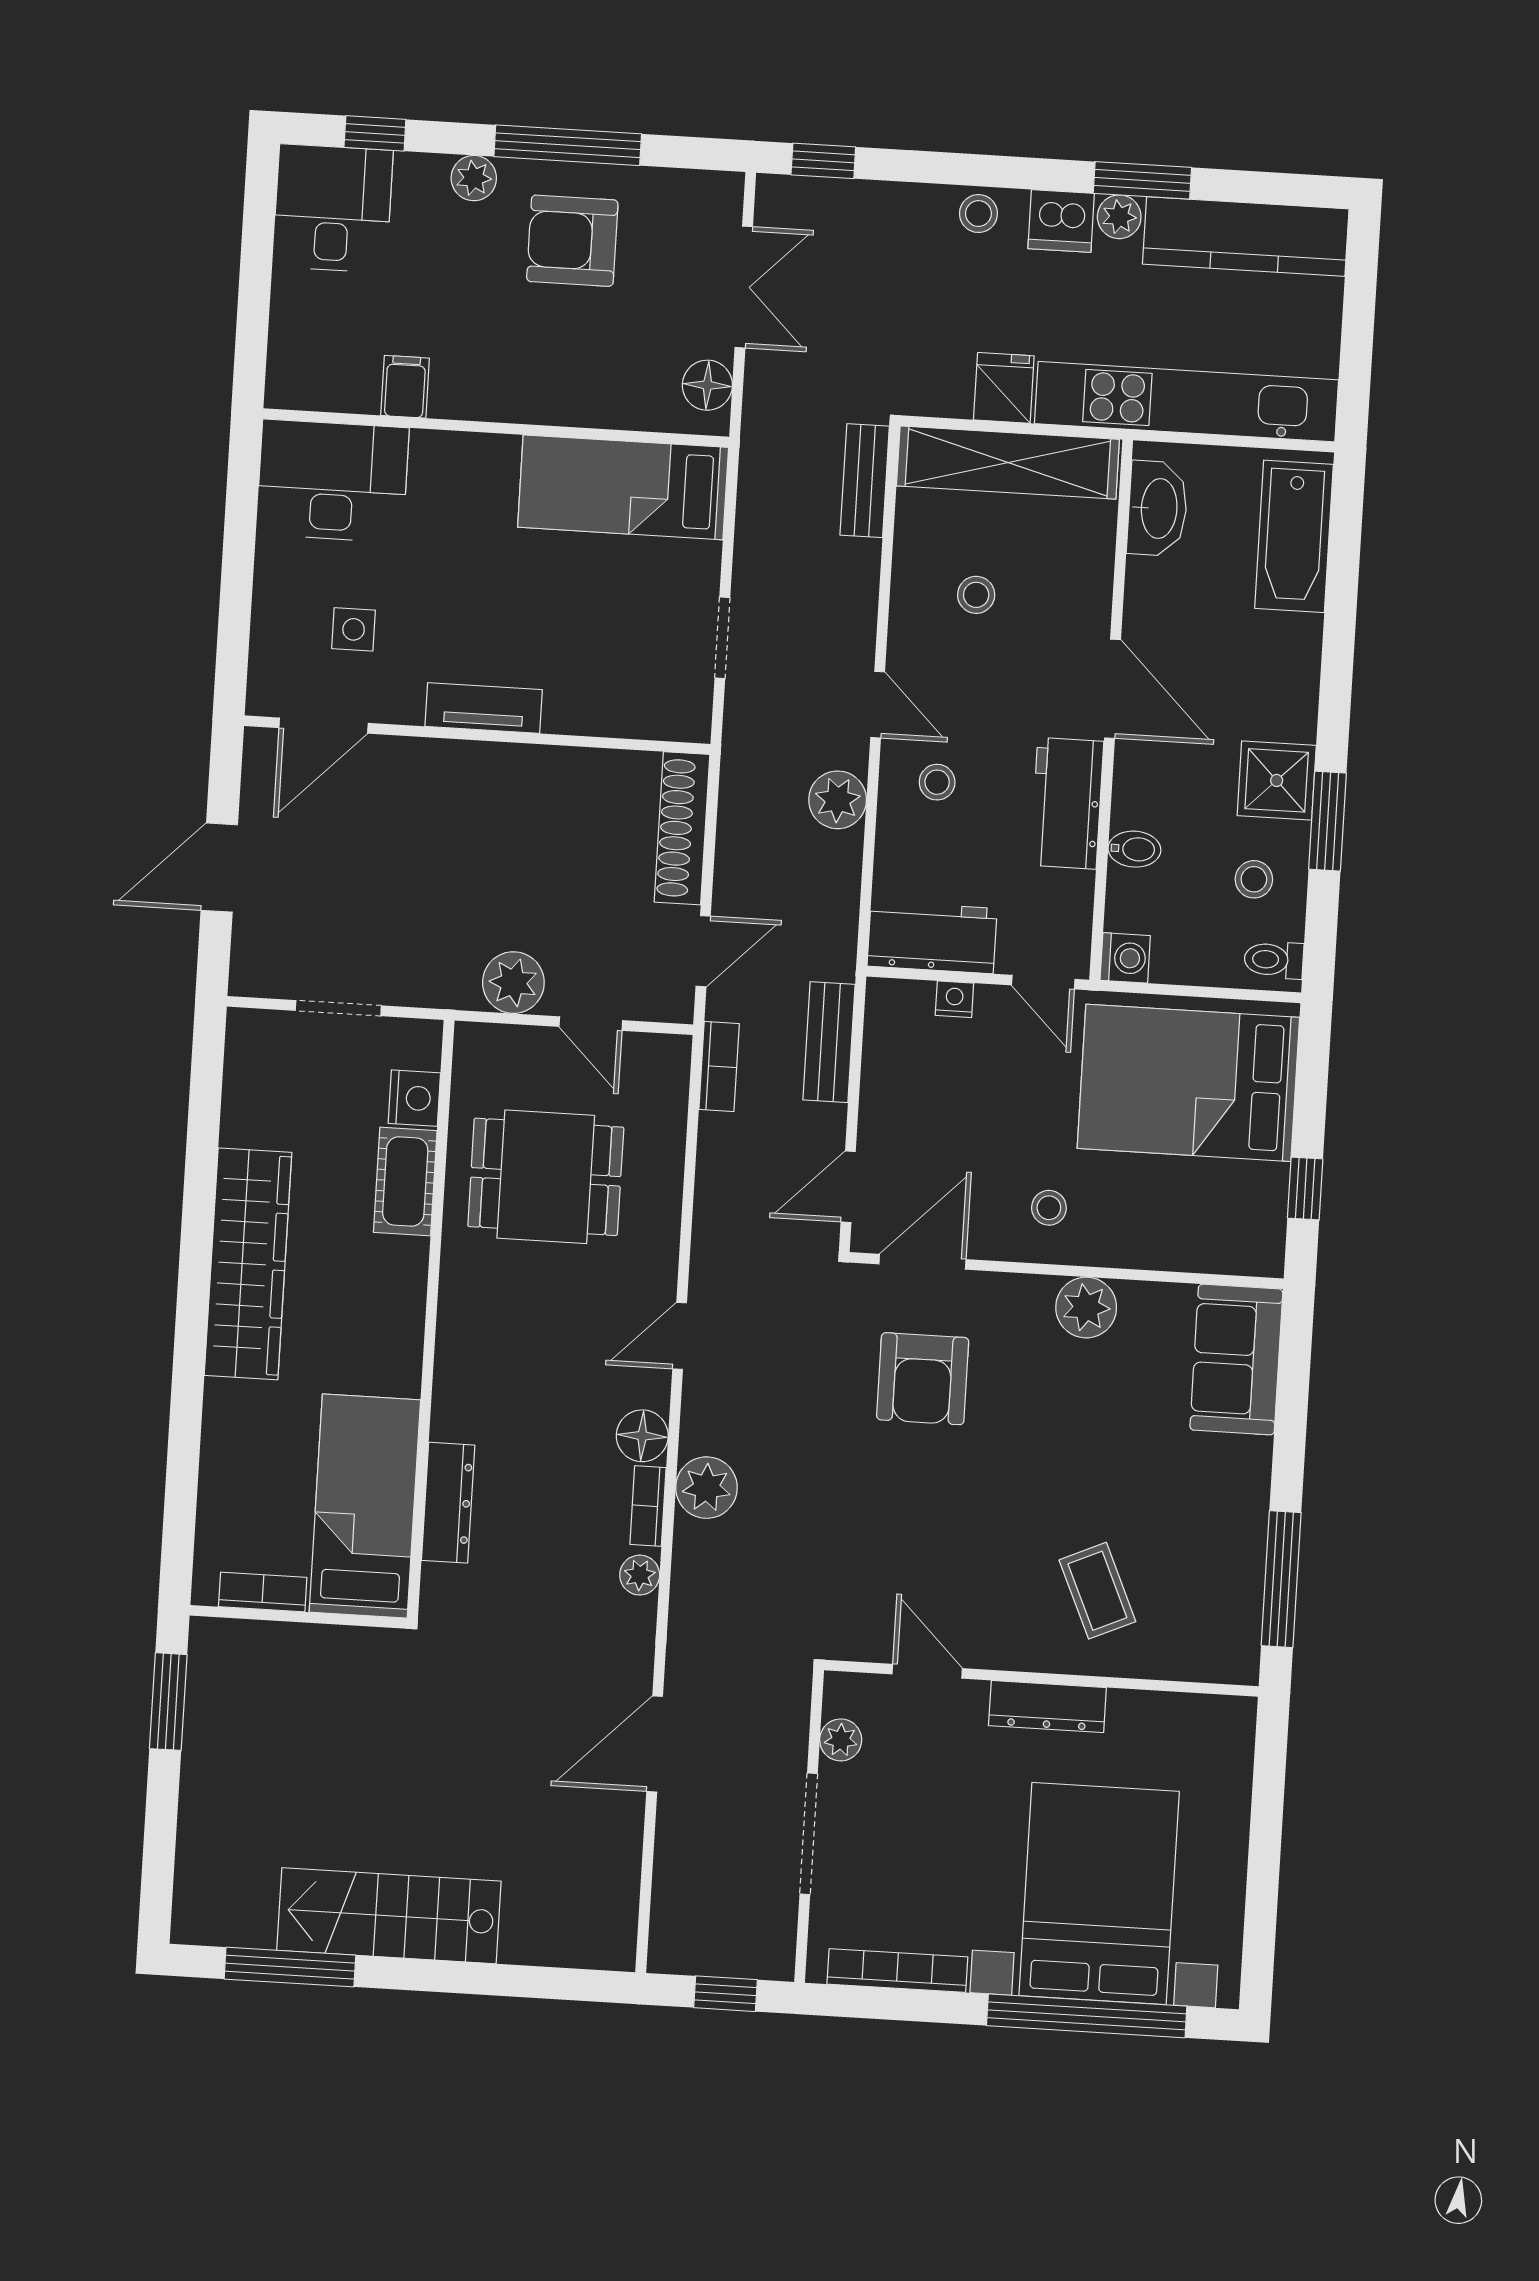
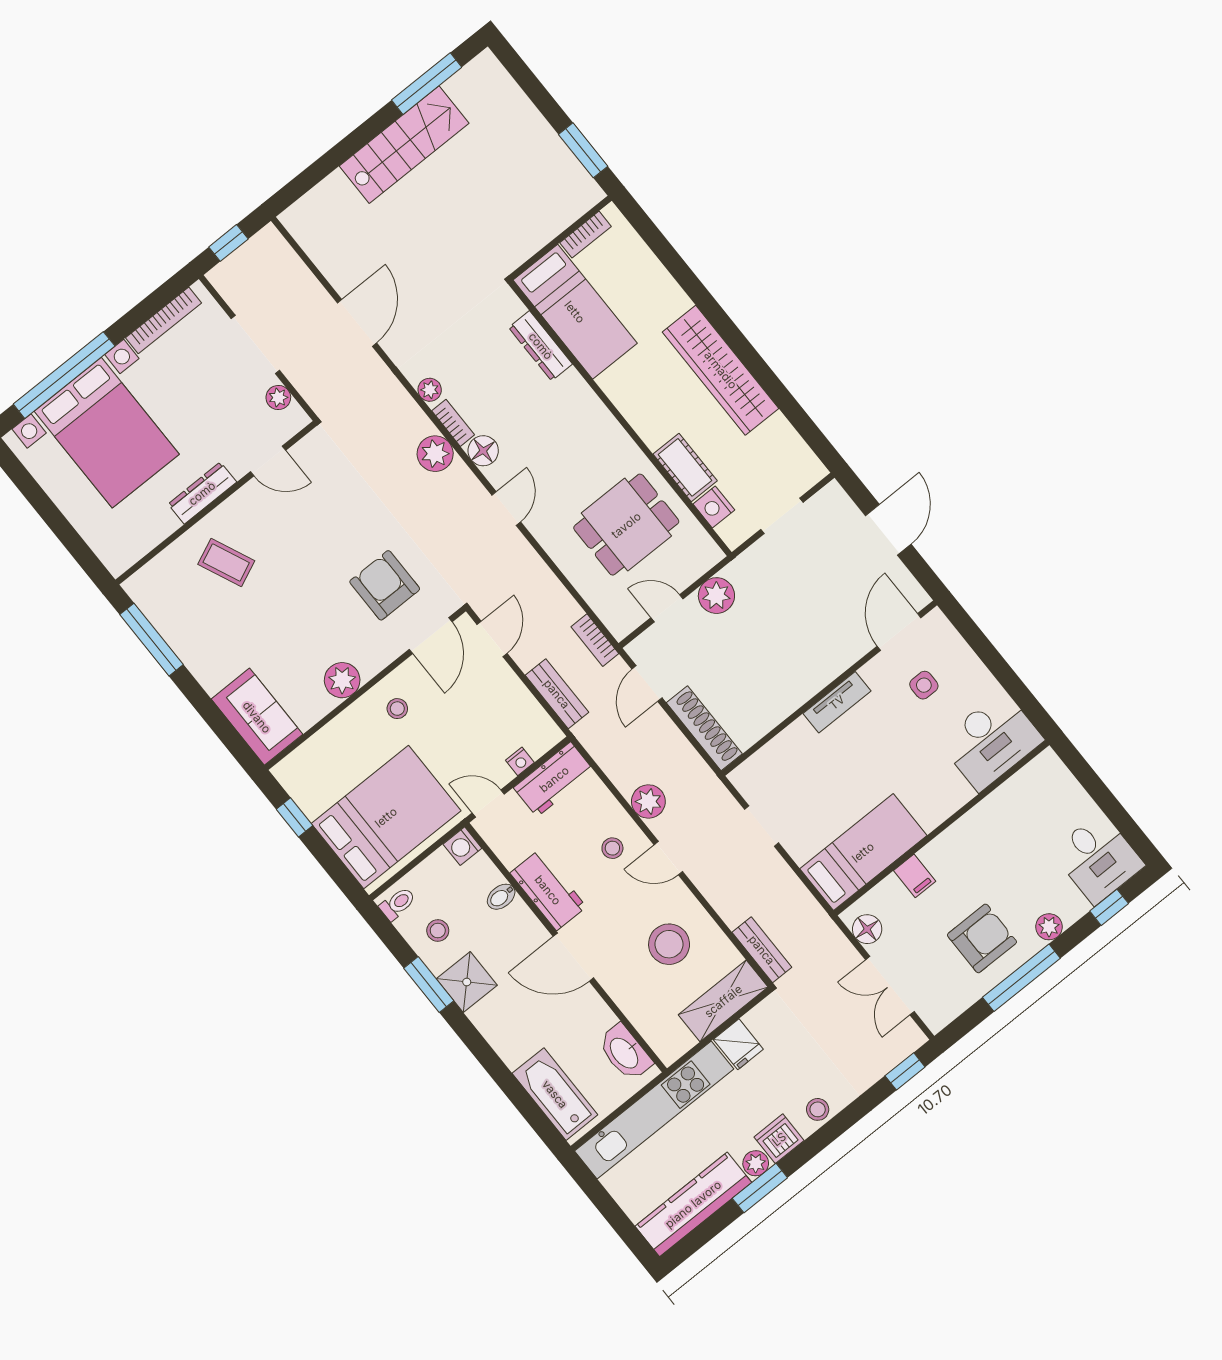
filing cabinet: (405, 387) -> (915, 876), moved
shelving: (1008, 463) -> (723, 1001), width x0.68
stool: (976, 595) -> (669, 944), width x1.89, depth x1.89

